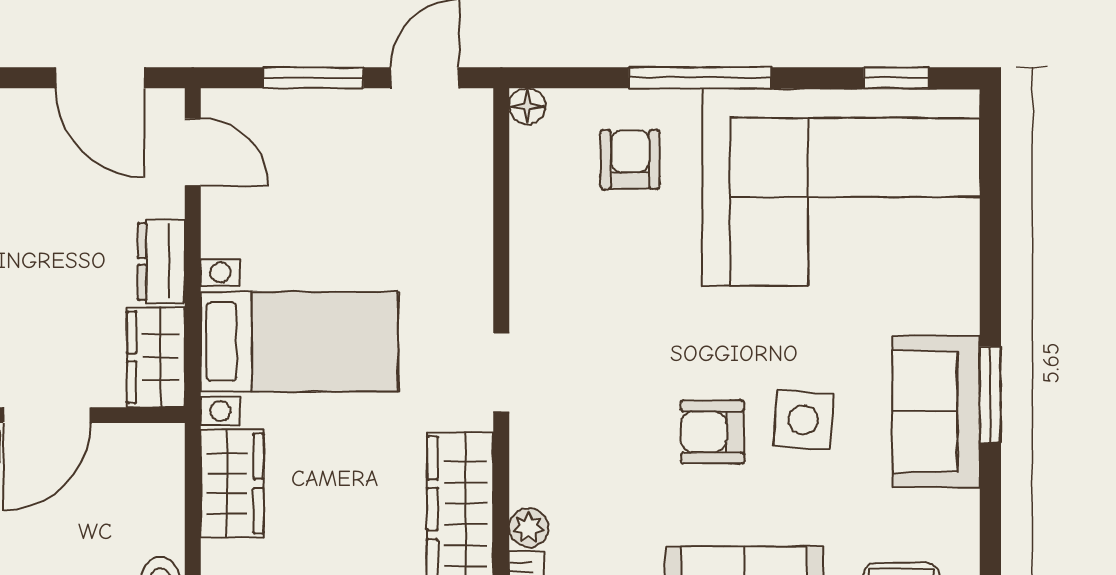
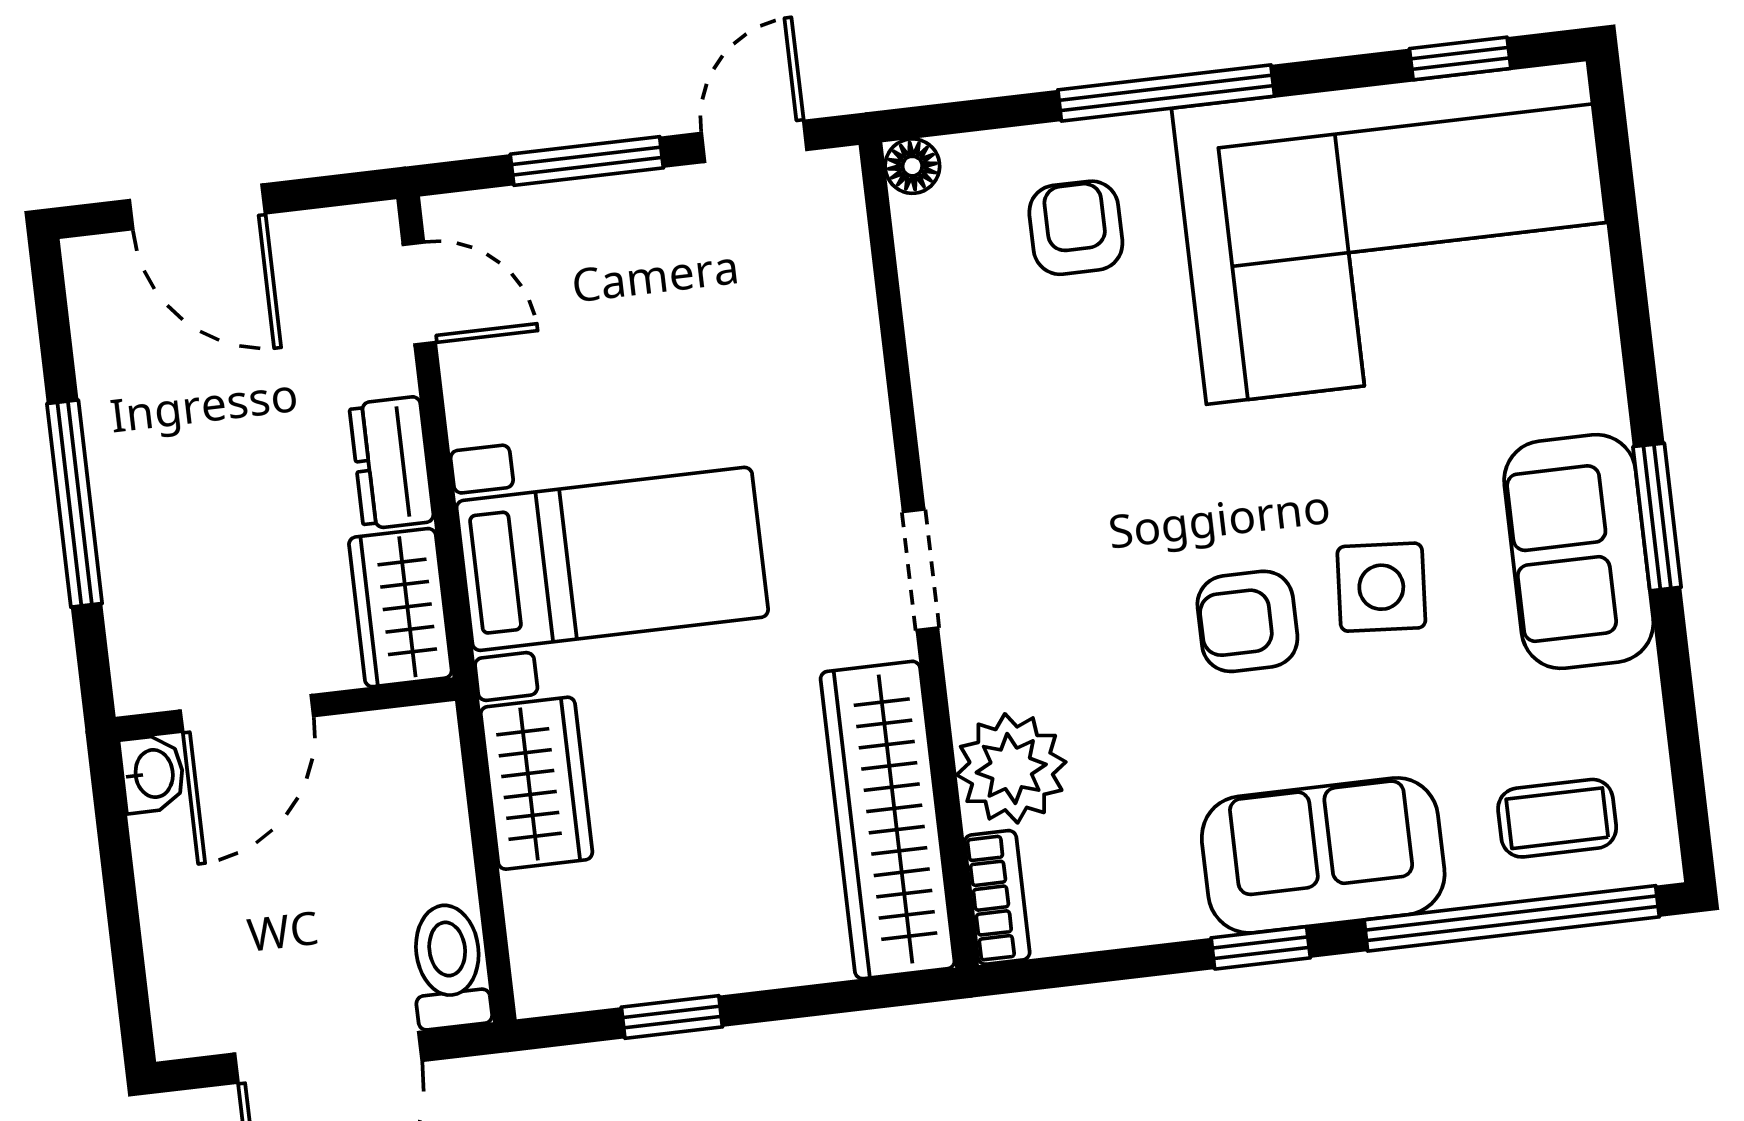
door: (100, 78) -> (197, 207), moved
plant: (529, 527) -> (1011, 768), width x1.87, depth x1.87

